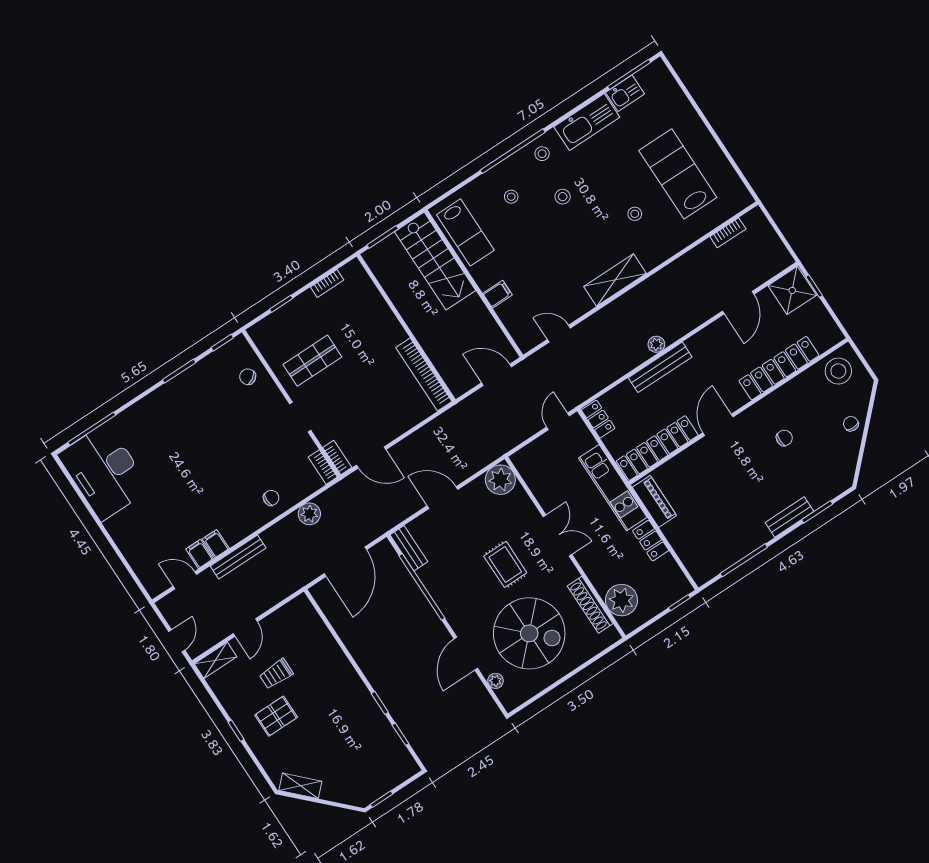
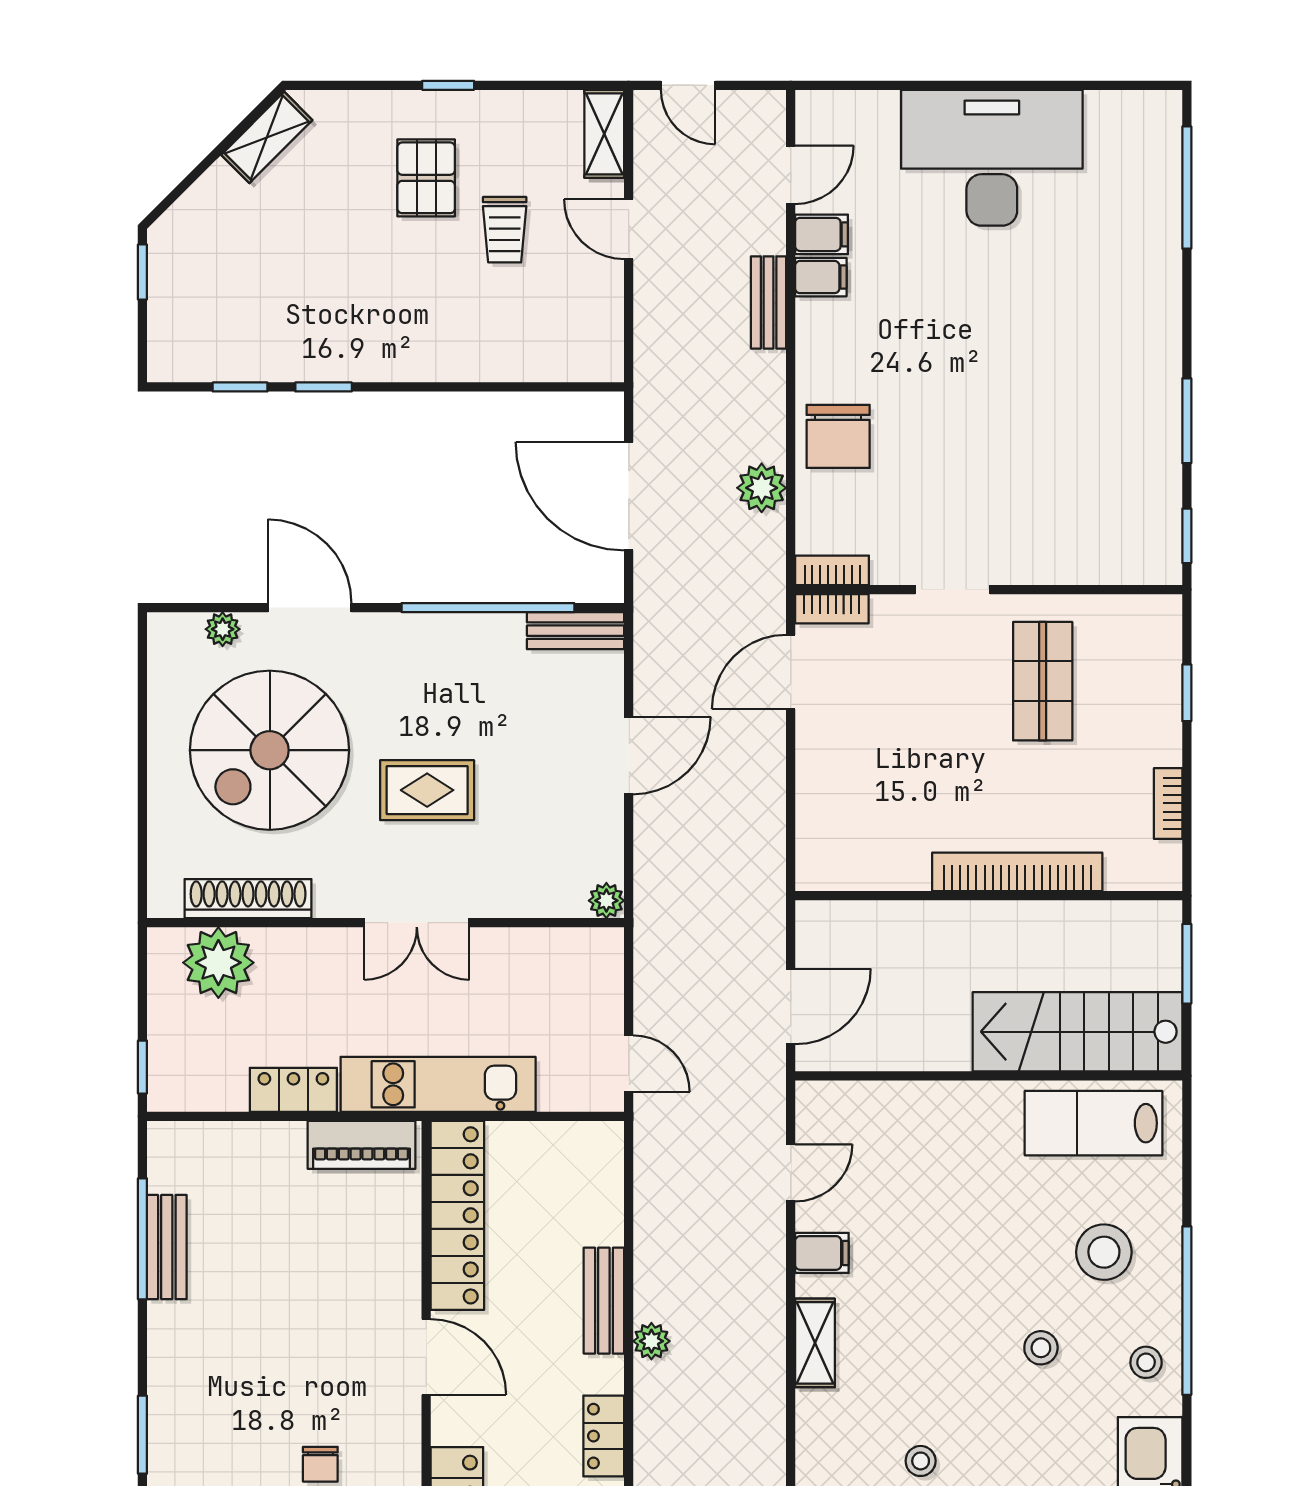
stool: (511, 197) -> (1104, 1252), width x1.89, depth x1.89
shelving: (615, 280) -> (815, 1343), width x0.67, depth x0.75
filing cabinet: (497, 294) -> (822, 1253), moved, turned -90
bench: (660, 367) -> (604, 1301), width x0.73
bookcase: (424, 374) -> (1017, 872), moved
chair: (248, 377) -> (1092, 541), removed
locker: (598, 419) -> (604, 1436), moved, turned 90
desk: (104, 472) -> (992, 158), moved
plant: (500, 480) -> (606, 901), width x0.53, depth x0.53
chair: (271, 498) -> (838, 436), width x1.87, depth x1.87
bench: (790, 517) -> (167, 1247), moved
bench: (238, 557) -> (769, 302), width x0.73
trolley: (276, 674) -> (505, 230), turned 180

